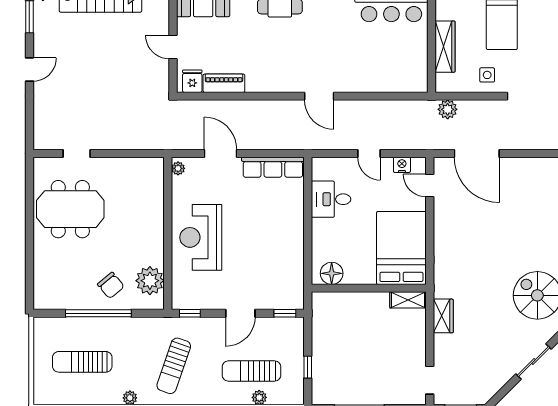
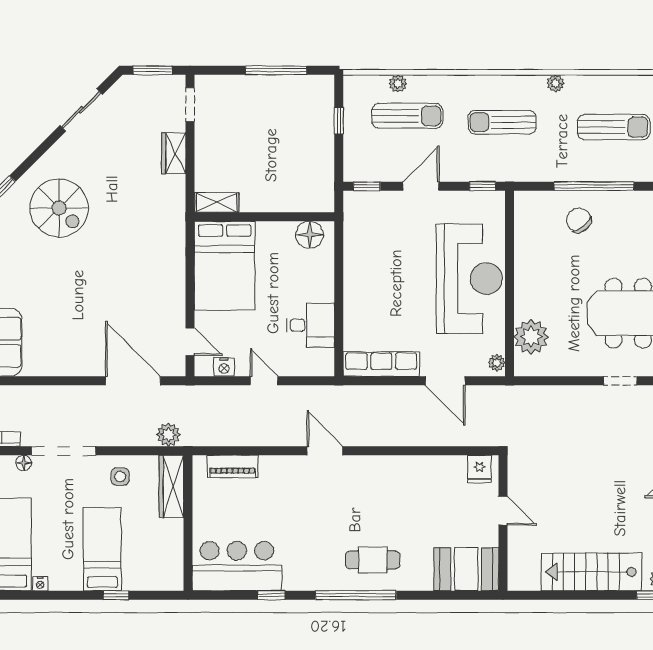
wardrobe: (445, 47) -> (171, 486), moved
piano: (224, 83) -> (233, 466), moved
reception desk: (201, 237) -> (469, 279), width x1.36, depth x1.30
plant: (150, 281) -> (531, 337), moved
wardrobe: (443, 316) -> (174, 153), moved
sliding door: (533, 361) -> (81, 110), moved
sun lounger: (174, 366) -> (502, 122), turned -109

